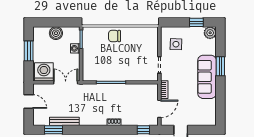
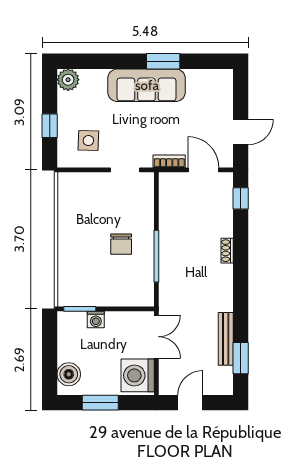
window: (196, 22) -> (50, 126), moved
boiler: (56, 33) -> (69, 374), moved
chair: (115, 36) -> (121, 244), moved
window: (220, 66) -> (163, 61), moved
double door: (66, 82) -> (156, 337), swing flipped

